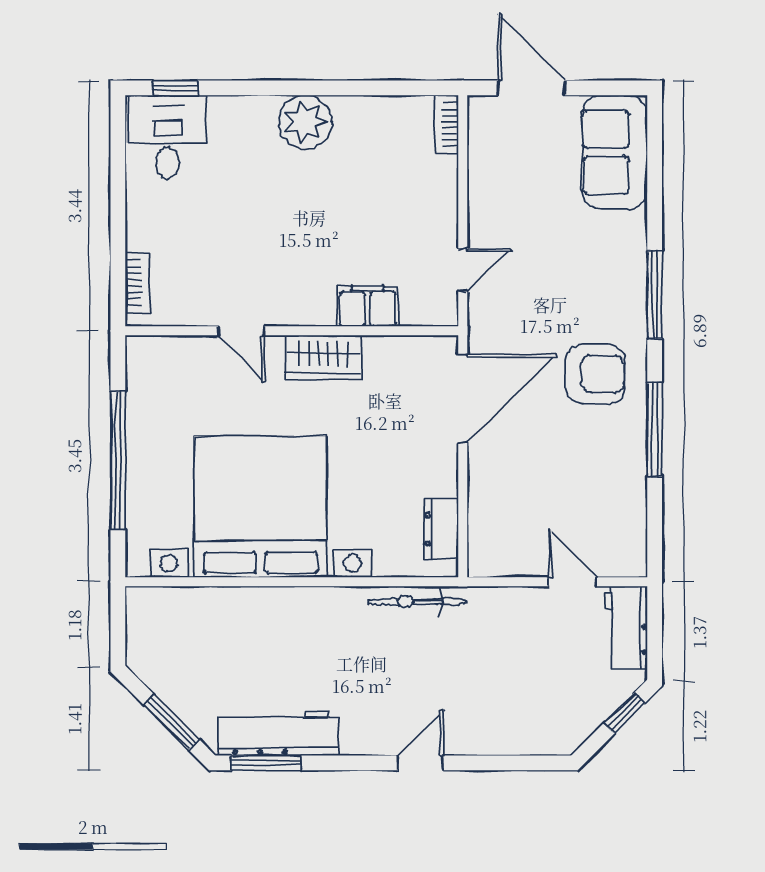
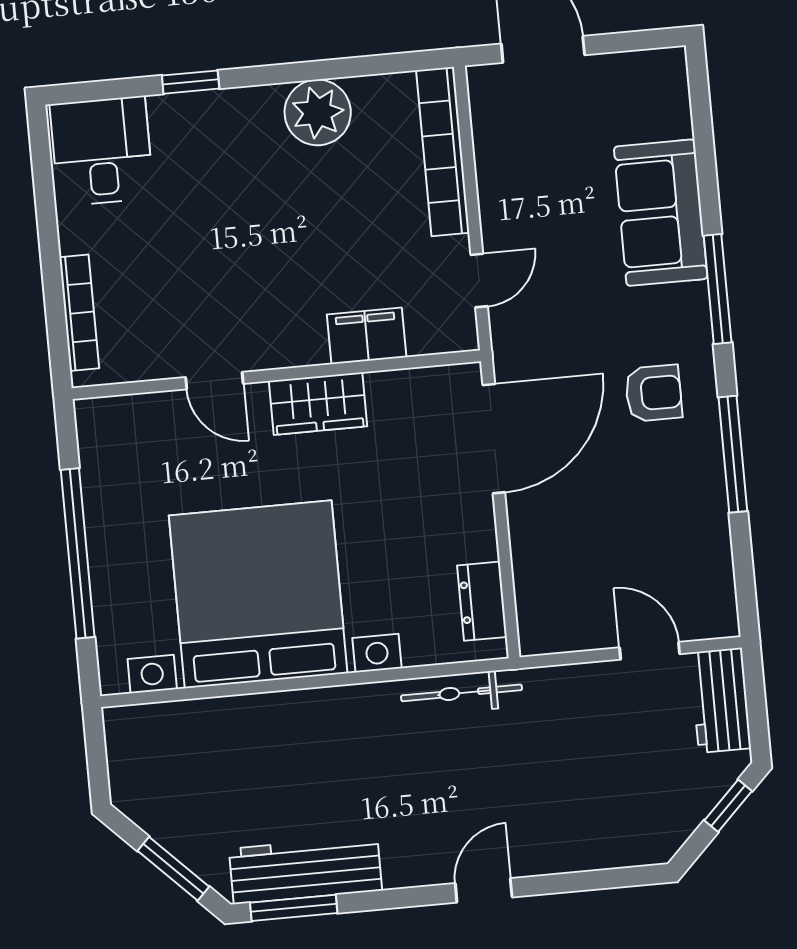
window: (175, 88) -> (191, 82), moved
plant: (305, 122) -> (318, 112), moved
bookcase: (447, 124) -> (443, 151), width x2.31, depth x1.31
sofa: (614, 152) -> (661, 213), moved
bookcase: (137, 283) -> (79, 313), width x1.56
armchair: (595, 374) -> (654, 393), width x0.72, depth x0.72

